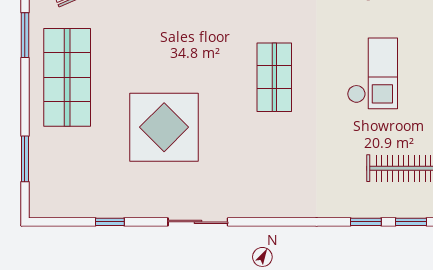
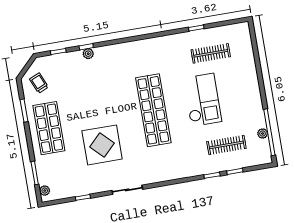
checkout: (372, 73) -> (202, 100), width x1.36, depth x1.21
shop shelf: (274, 77) -> (153, 110), width x2.00, depth x1.36
plant: (38, 196) -> (45, 191), added

